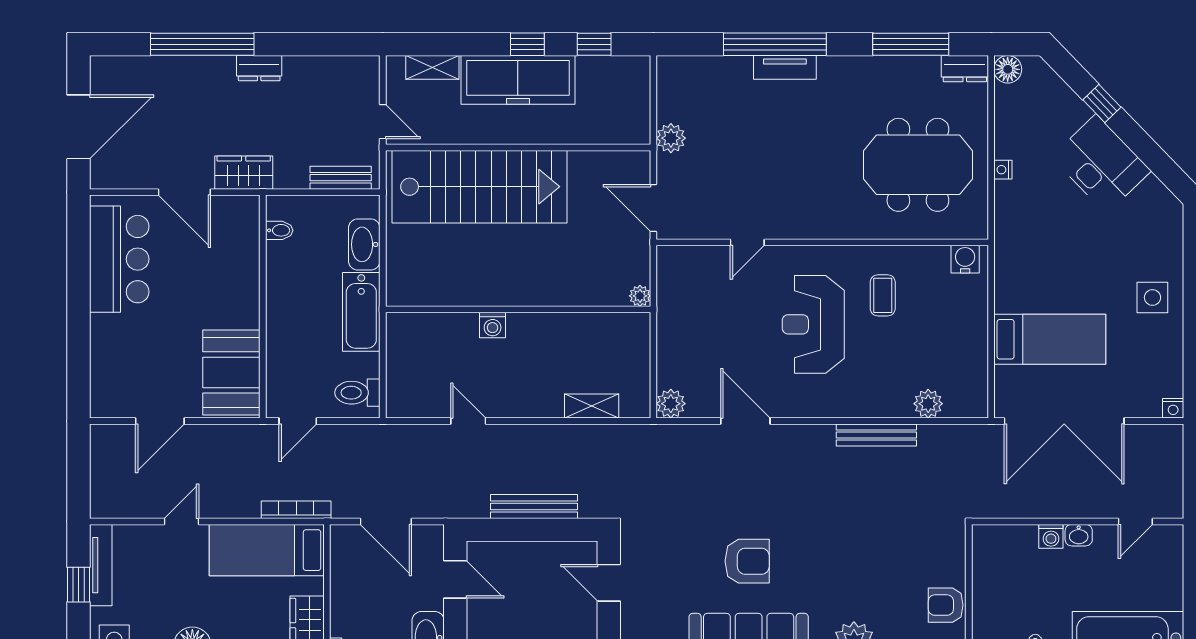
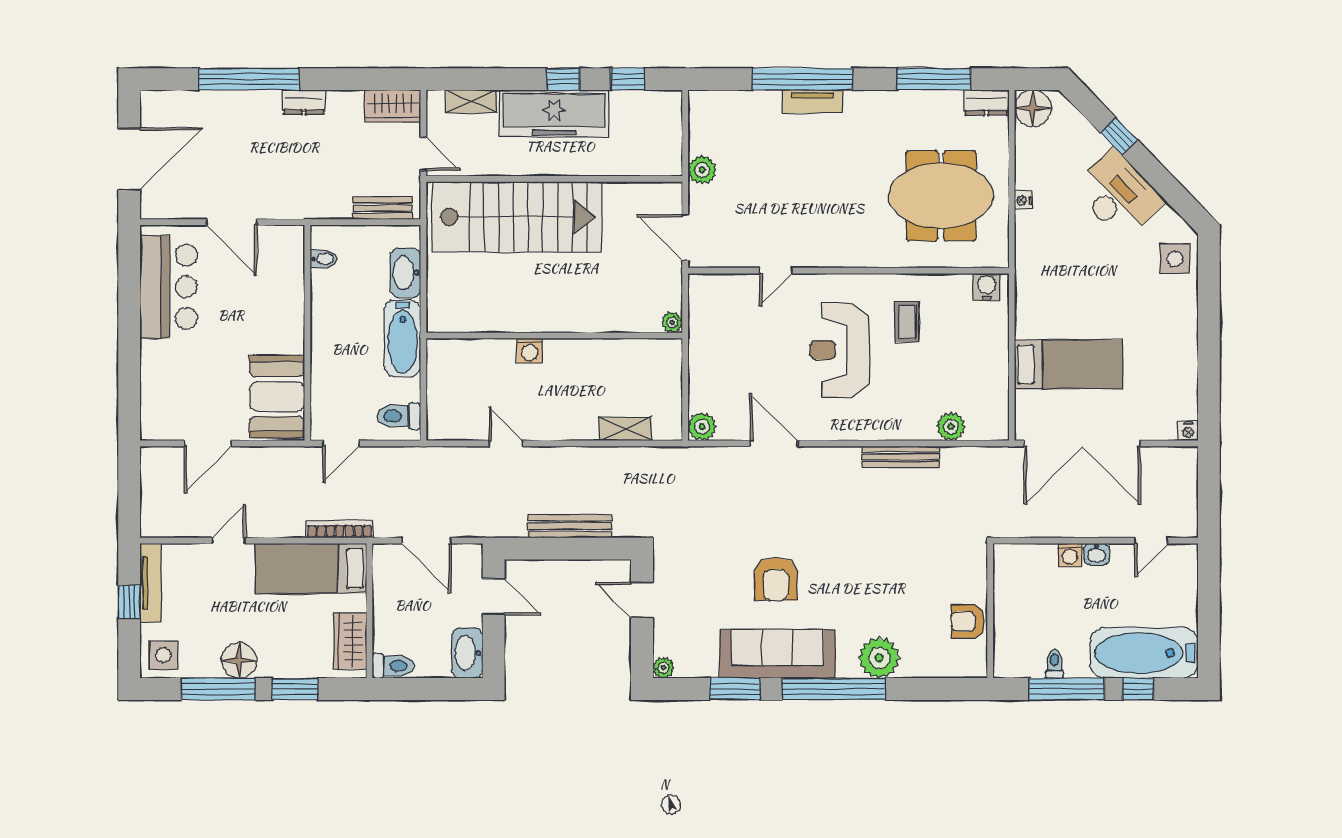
floor lamp: (1008, 69) -> (1033, 108), width x1.38, depth x1.38
wardrobe: (244, 173) -> (393, 106), moved, turned 180
side table: (1152, 297) -> (1175, 259), moved
armchair: (747, 561) -> (776, 579), turned 90

